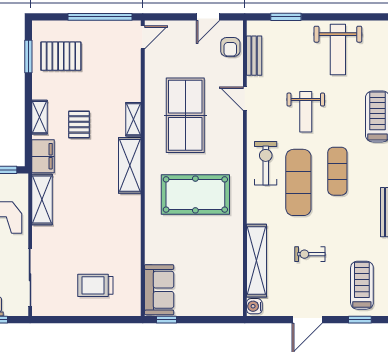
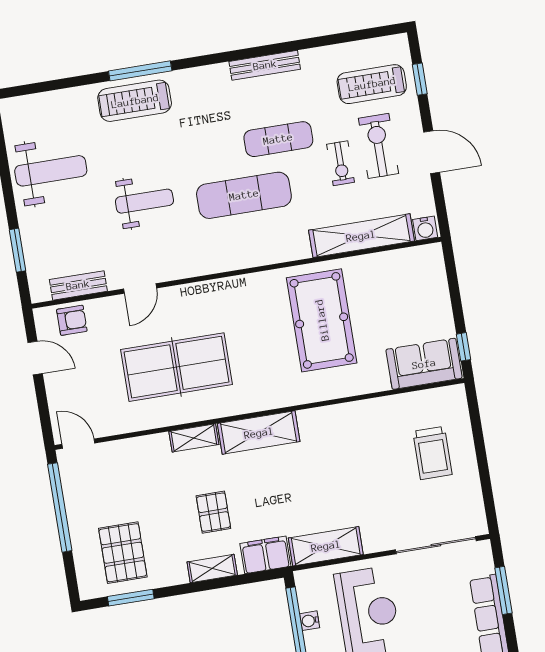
pallet: (79, 124) -> (213, 512), turned 90
exercise bike: (266, 163) -> (378, 146), moved, turned 90
exercise mat: (337, 171) -> (278, 139), moved
pool table: (195, 194) -> (322, 320), moved

